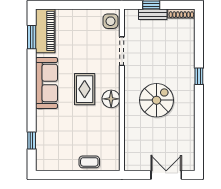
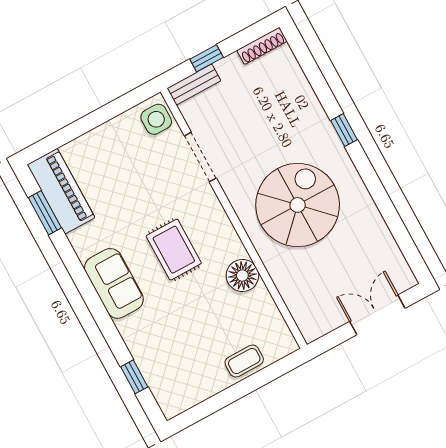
bench: (153, 14) -> (194, 84), moved
sofa: (47, 83) -> (114, 283), width x0.73
floor lamp: (111, 99) -> (242, 276), moved
spiral stairs: (157, 100) -> (298, 205), width x1.37, depth x1.37

